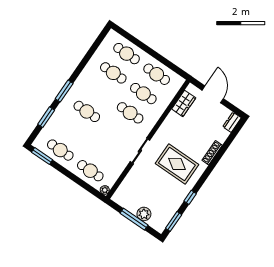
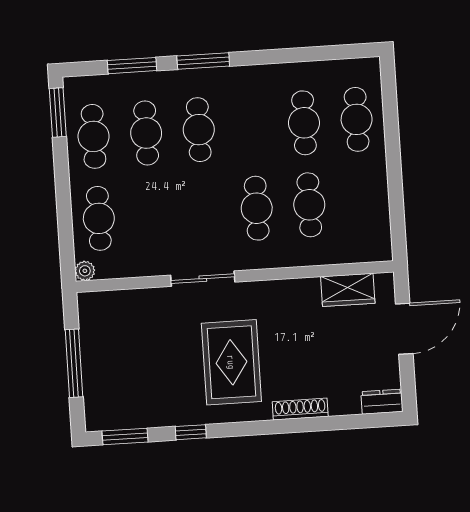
cafe table: (157, 74) -> (146, 133), moved
plant: (144, 214) -> (97, 374), removed

